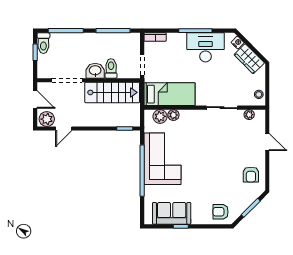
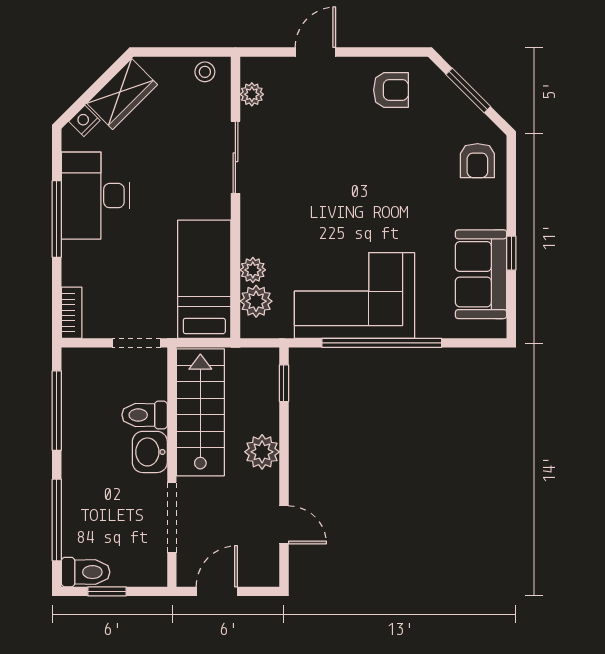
plant: (47, 119) -> (262, 452), moved

